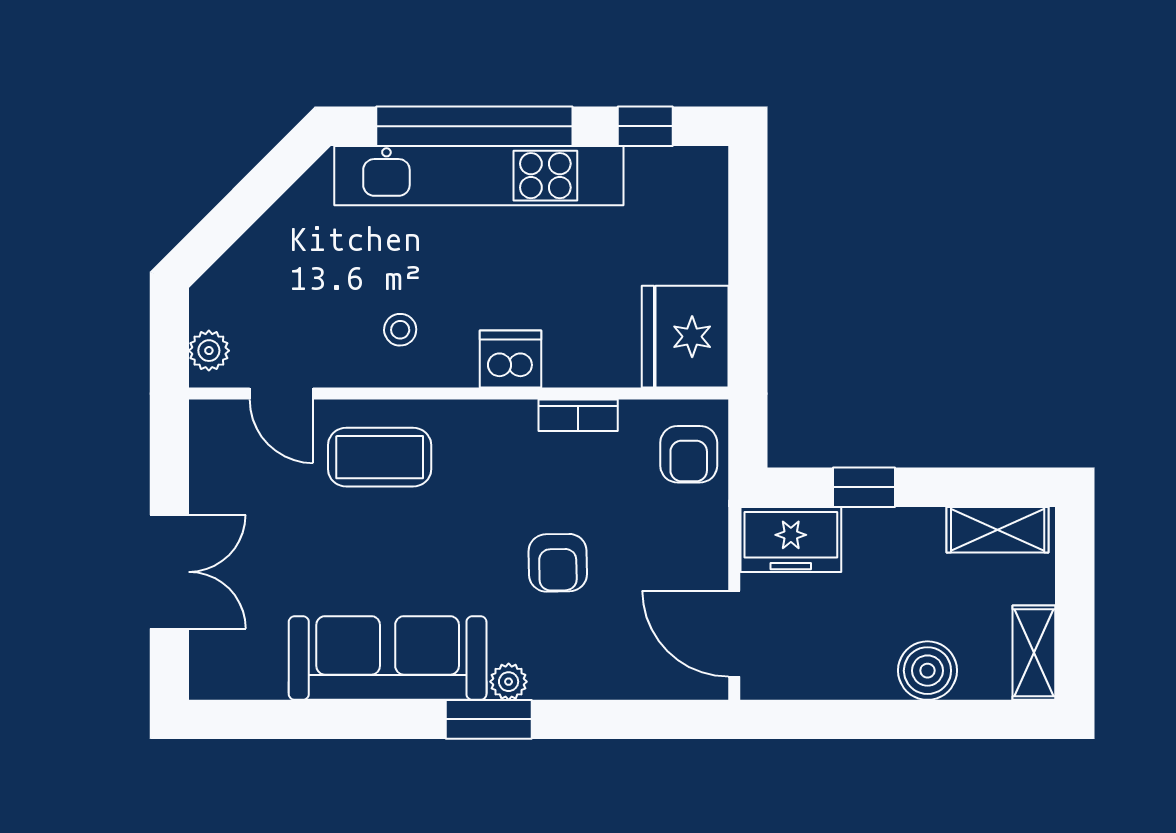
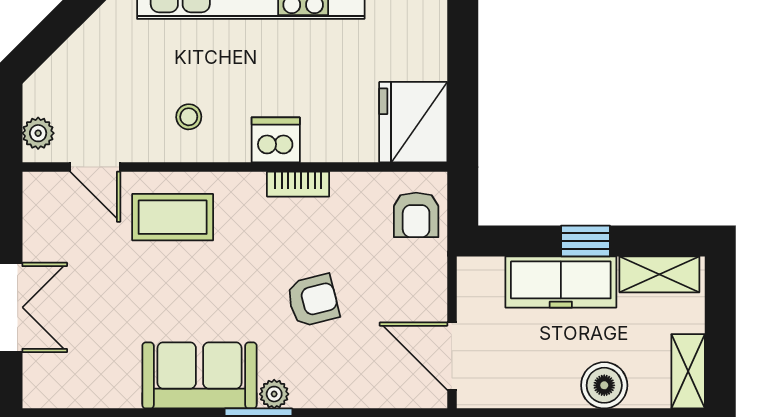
bookcase: (578, 415) -> (298, 184), moved
window: (864, 487) -> (586, 241), moved
freezer: (791, 539) -> (561, 282), moved, width x1.40
armchair: (558, 563) -> (313, 300), turned -103
sofa: (388, 658) -> (199, 375), width x0.73

